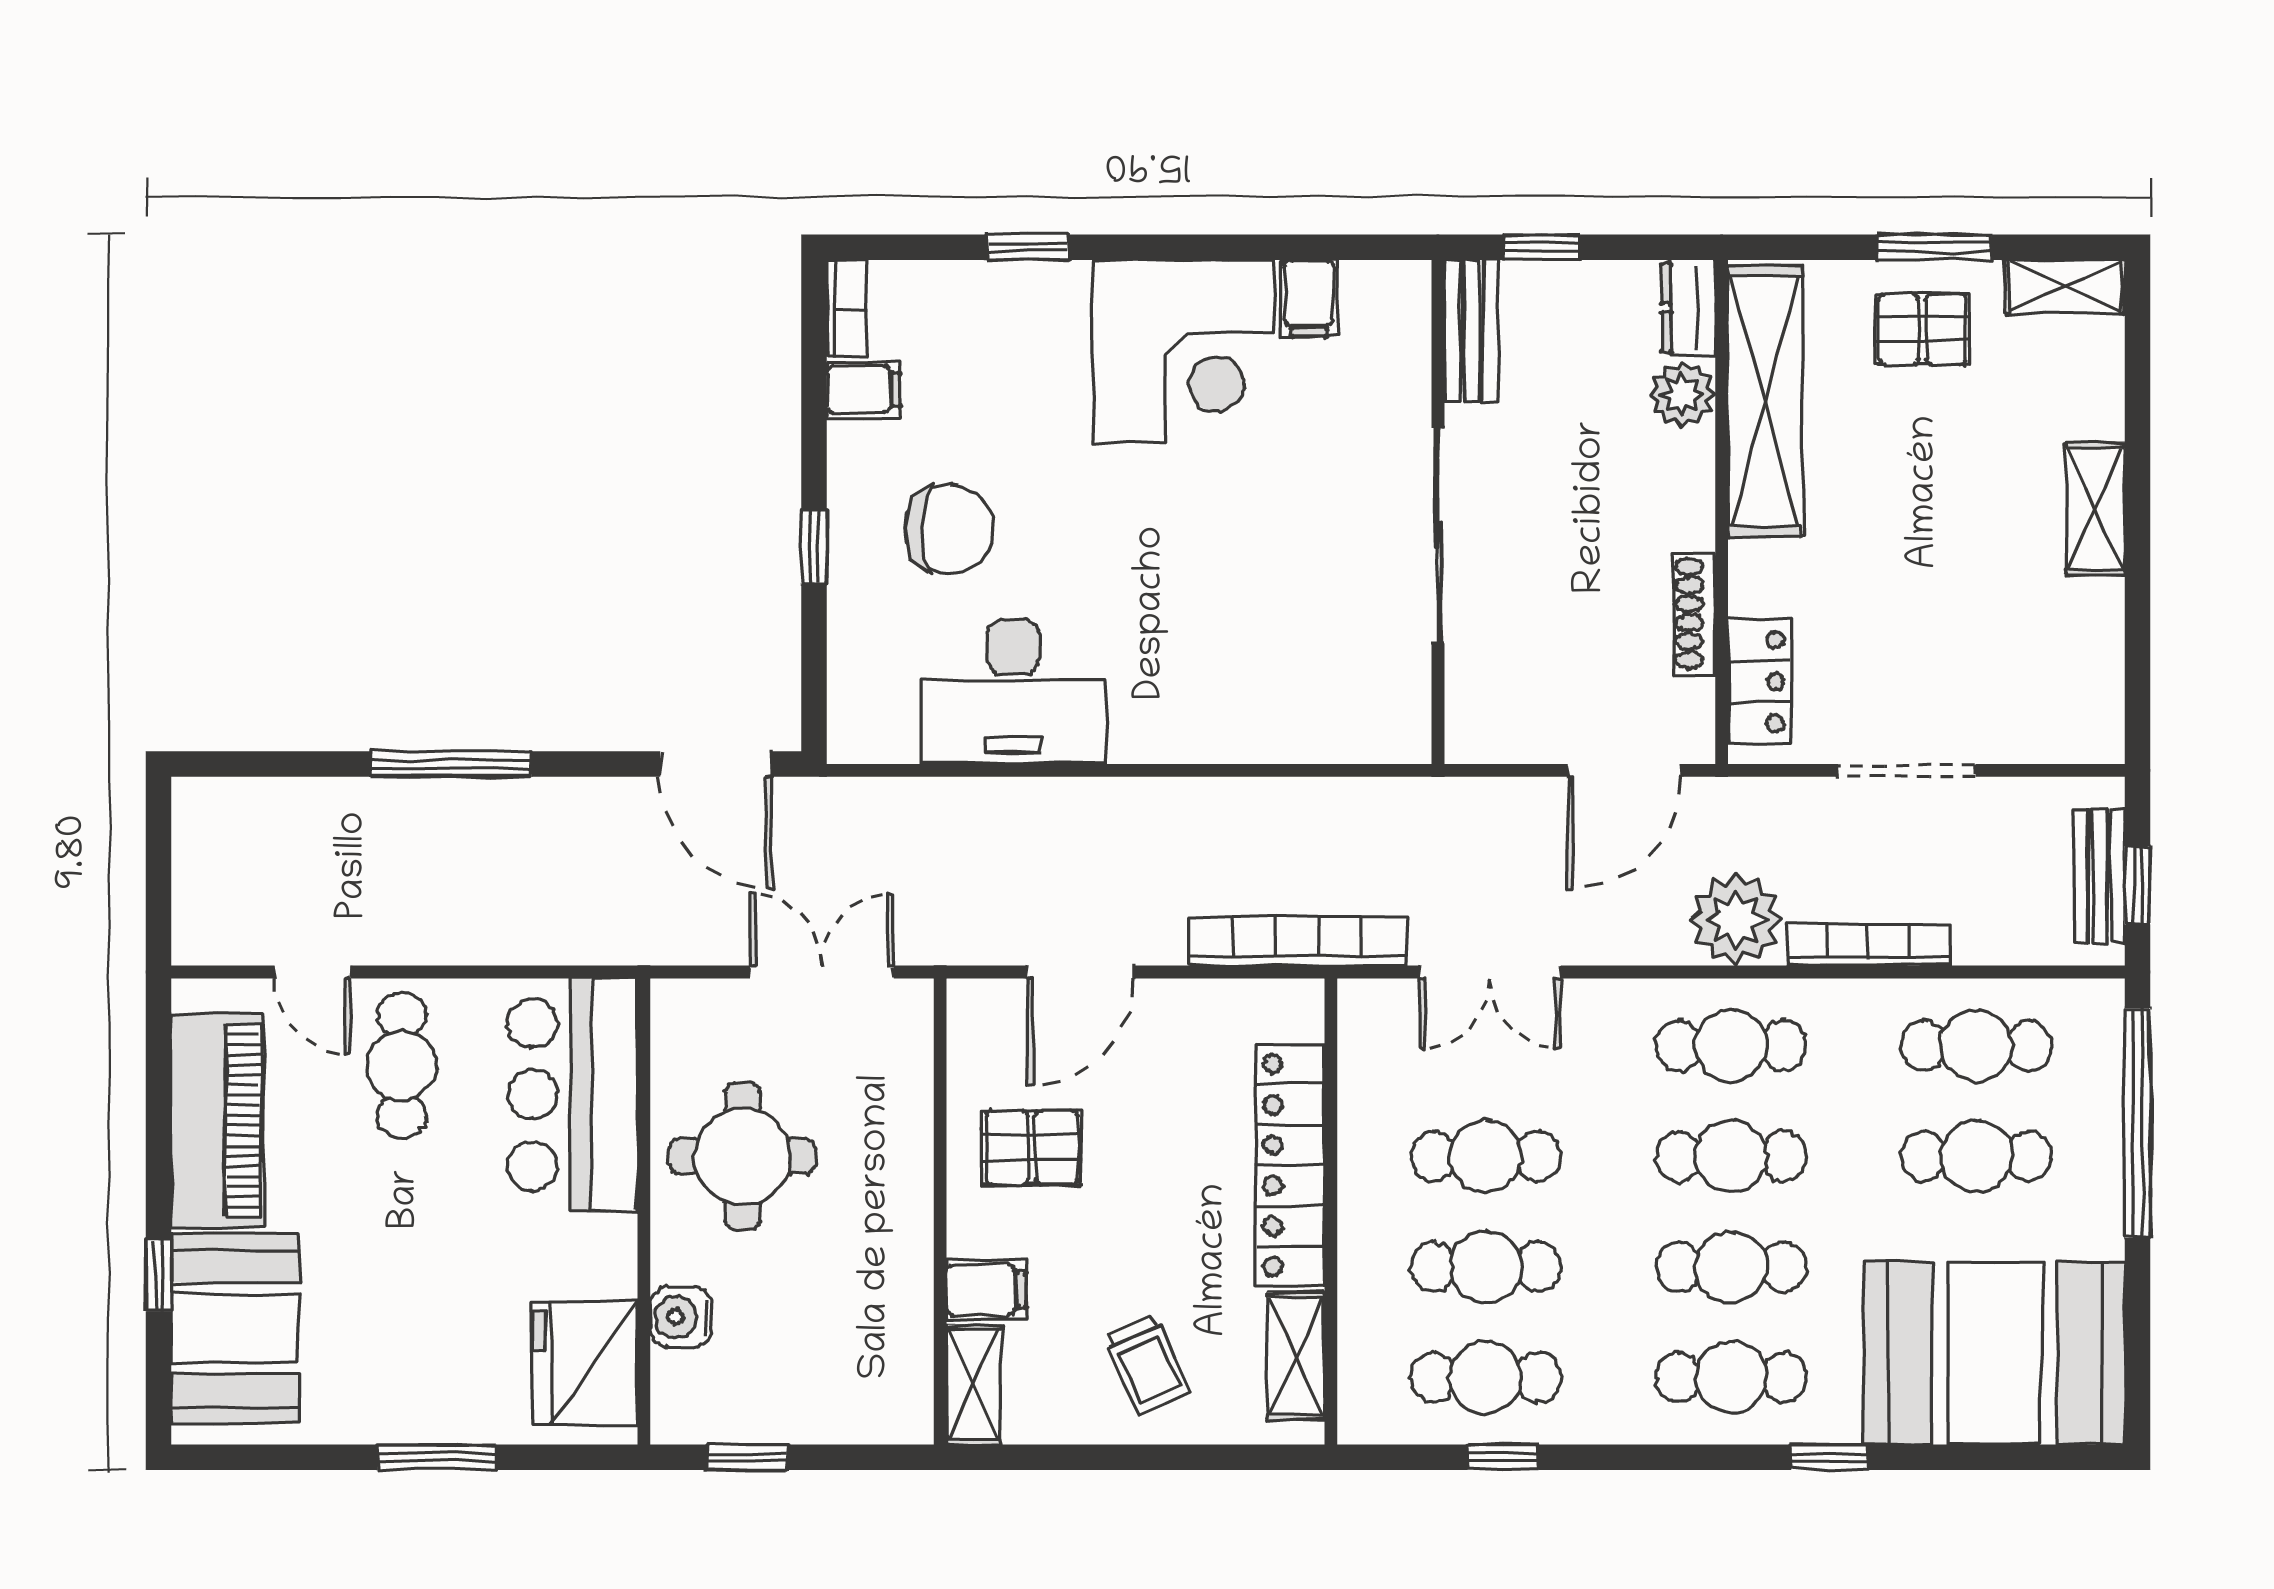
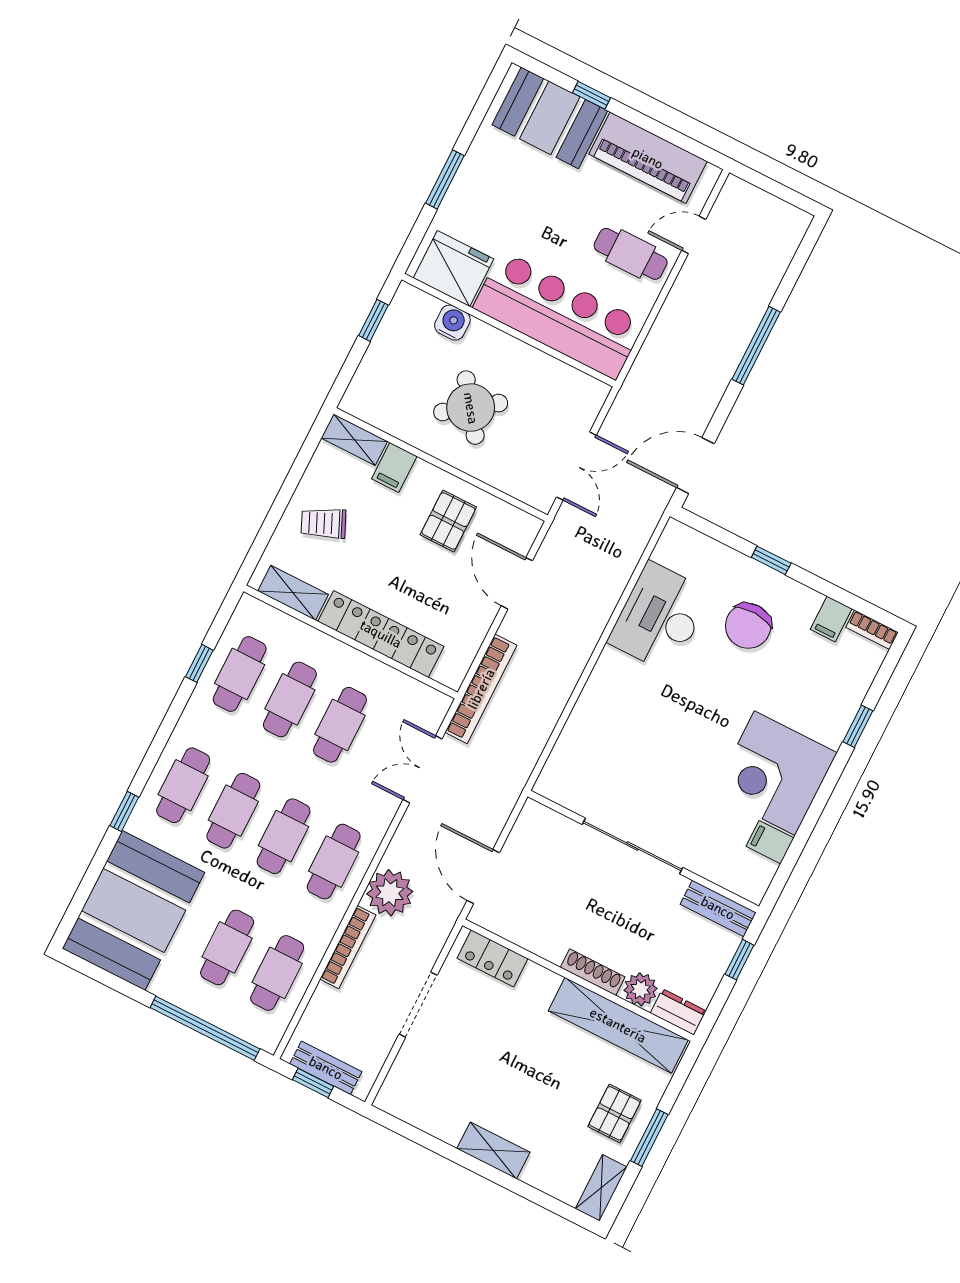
shoe rack: (1695, 613) -> (593, 972), moved
bar counter: (573, 1095) -> (559, 315), width x1.36
round table: (742, 1156) -> (471, 408), moved, turned -36

